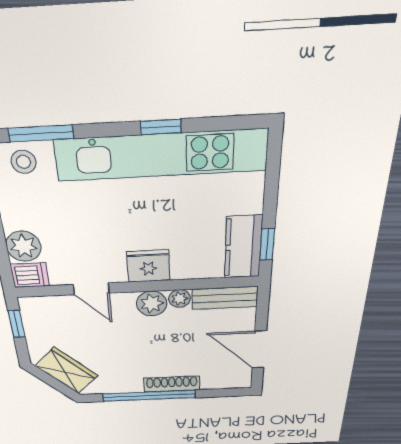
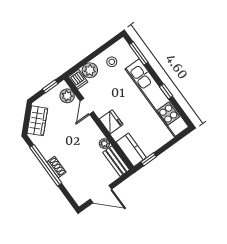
stool: (24, 162) -> (112, 62), moved
kitchen counter: (243, 247) -> (131, 150), moved, turned 90
plant: (152, 304) -> (67, 96), moved
door: (259, 350) -> (101, 194), swing flipped
shoe rack: (172, 384) -> (56, 167), width x0.70

